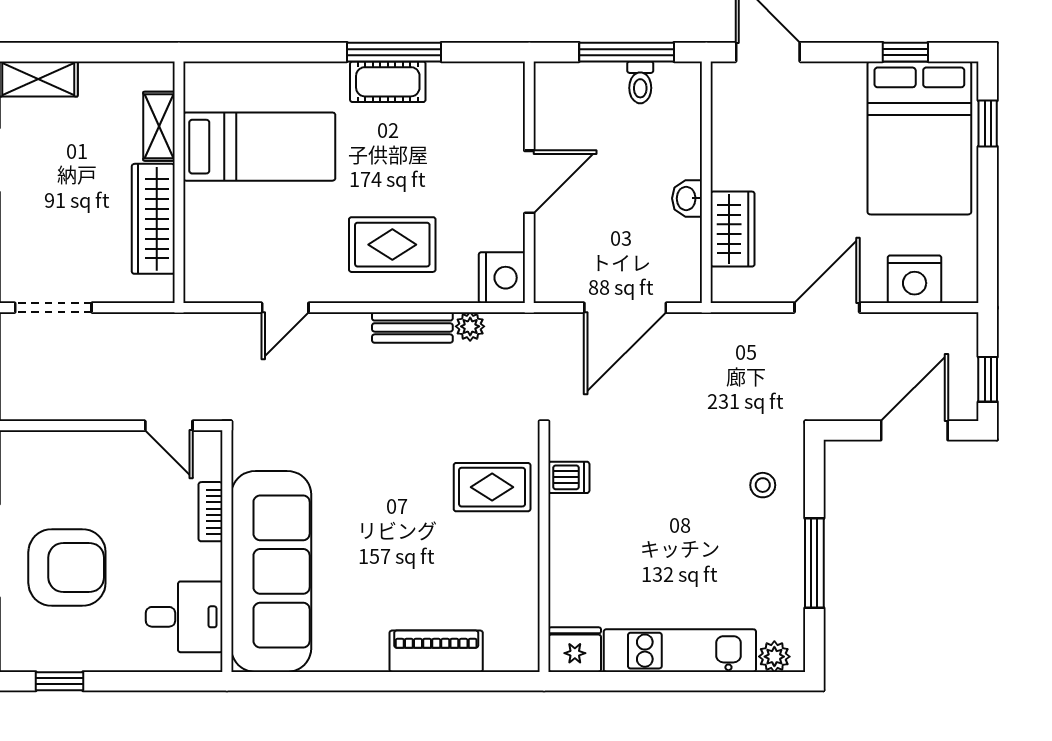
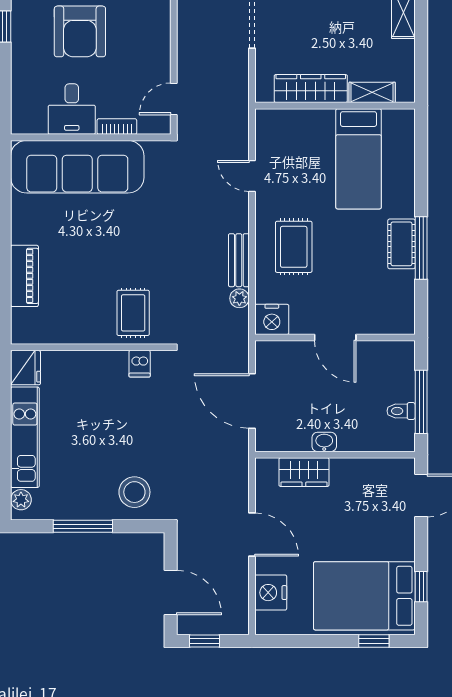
stool: (763, 485) -> (134, 492), width x1.89, depth x1.89
desk: (184, 617) -> (72, 109), moved

